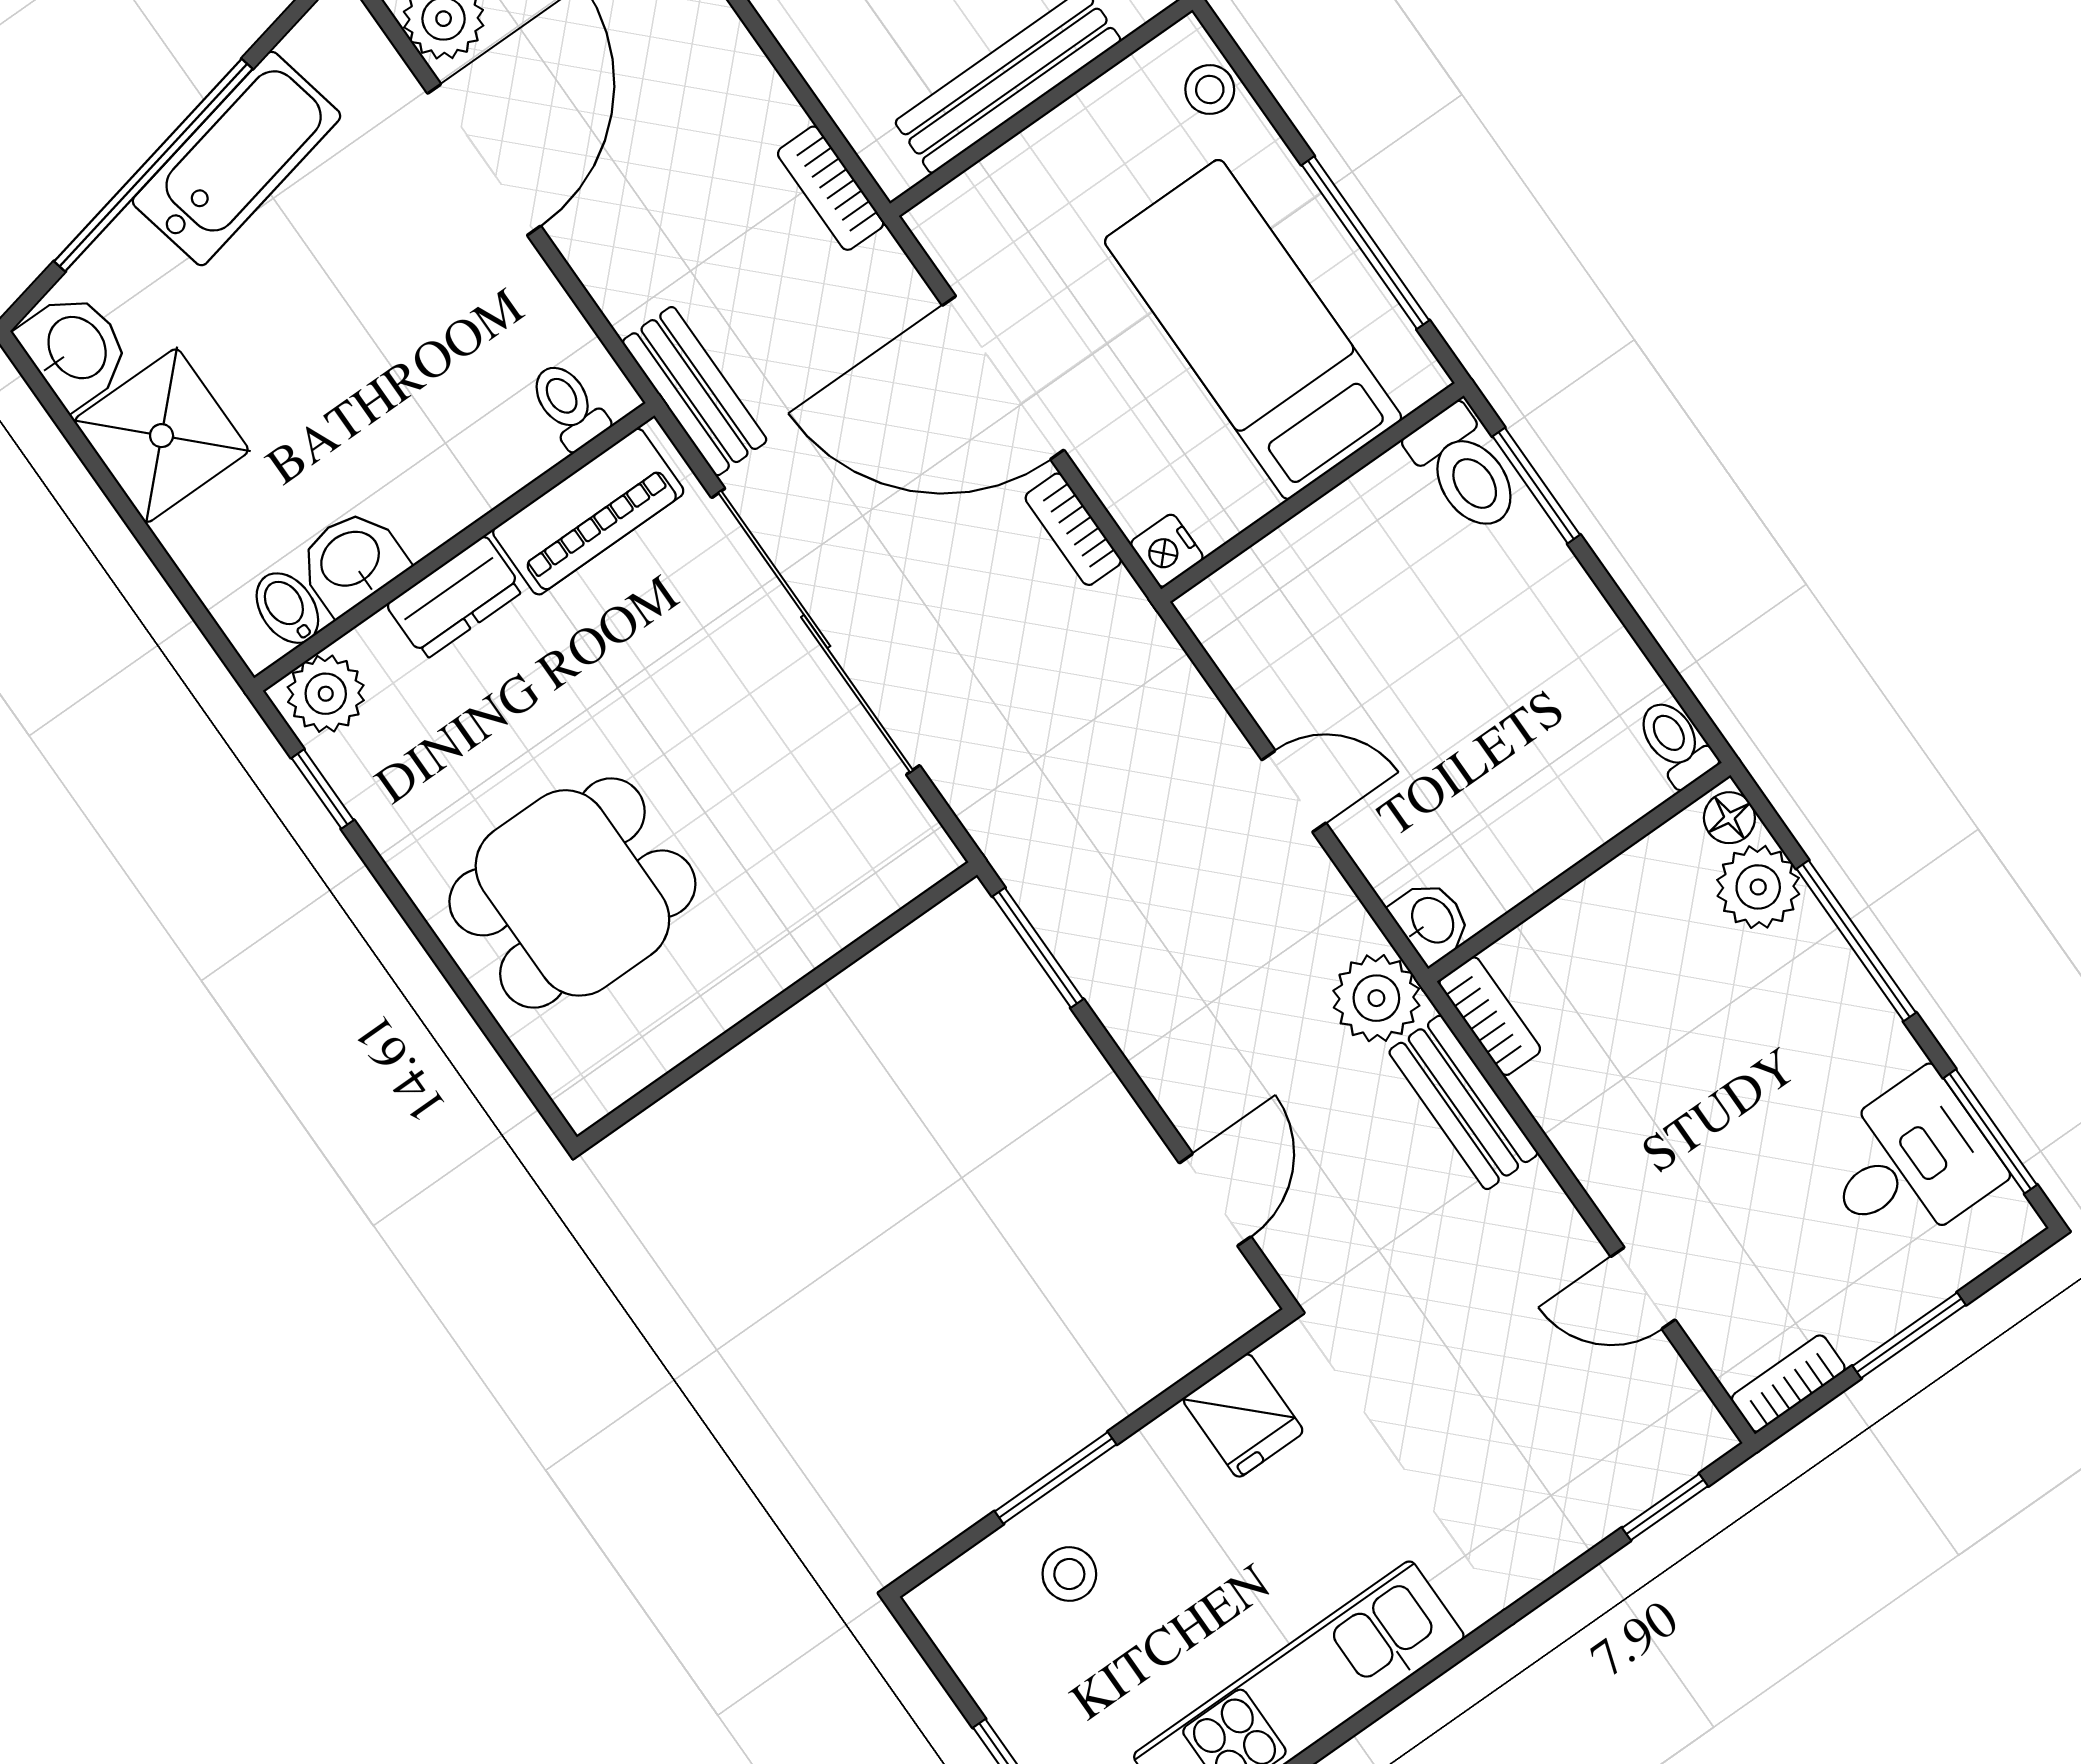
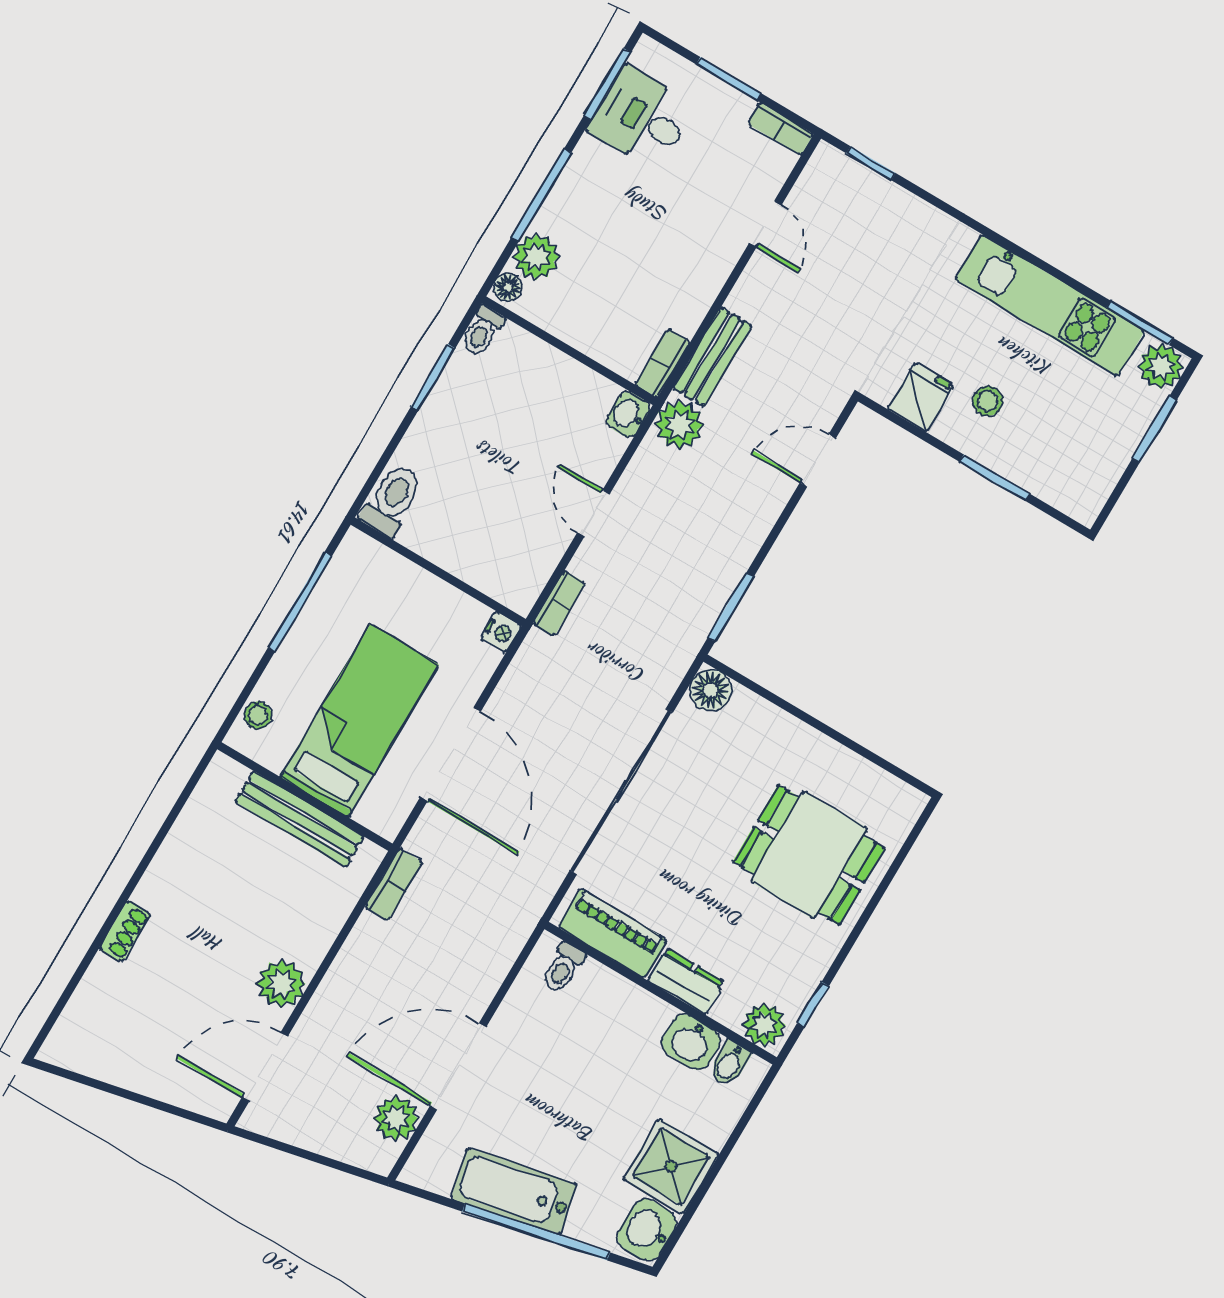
bed: (1253, 329) -> (359, 721), moved, turned 180
bench: (695, 391) -> (527, 907), removed
window: (1536, 486) -> (433, 377), moved
bookcase: (1073, 529) -> (559, 603), moved
floor lamp: (916, 853) -> (710, 690), added
stool: (1069, 1574) -> (988, 401), moved

